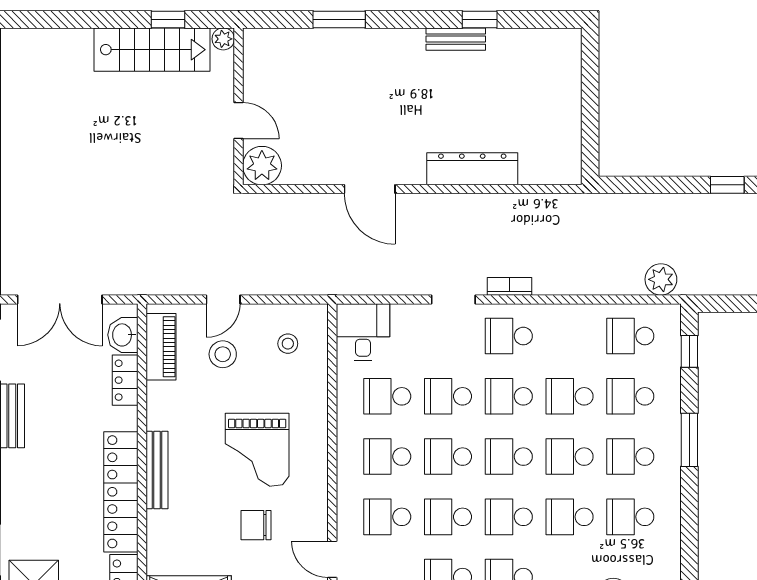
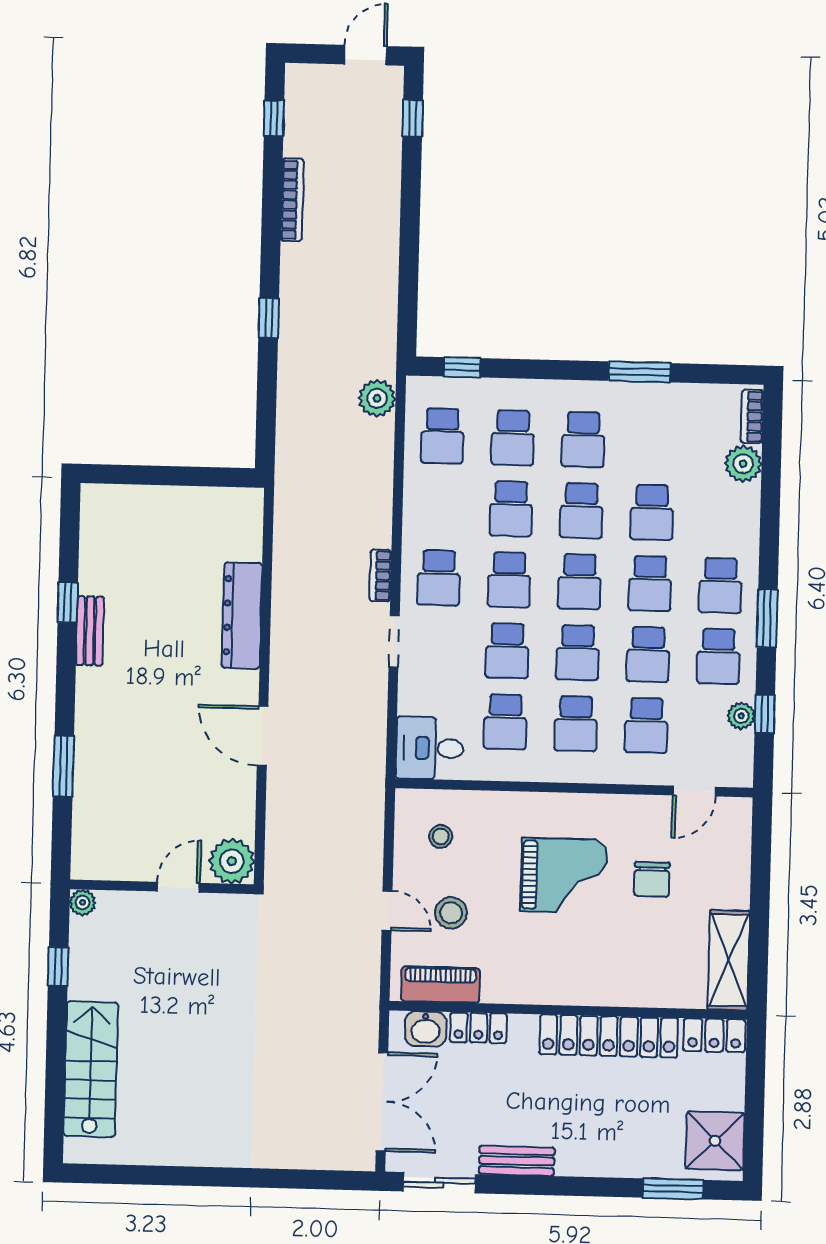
stairs: (152, 50) -> (91, 1069), moved
door: (370, 189) -> (263, 736), swing flipped
window: (689, 440) -> (639, 372), moved
bench: (157, 470) -> (584, 993), removed
school desk: (630, 517) -> (654, 441), removed

